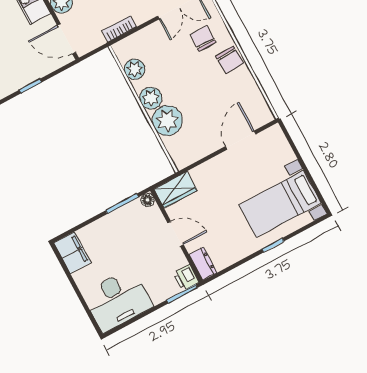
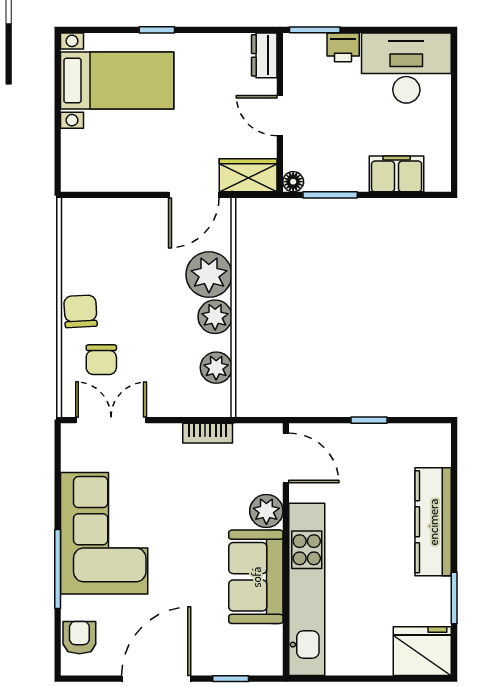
door: (241, 140) -> (194, 195), moved
filing cabinet: (72, 253) -> (397, 174), moved, turned 90
printer: (186, 278) -> (343, 47), moved, turned 90

